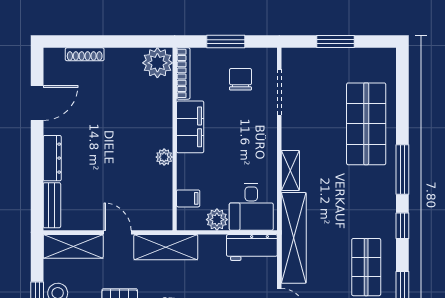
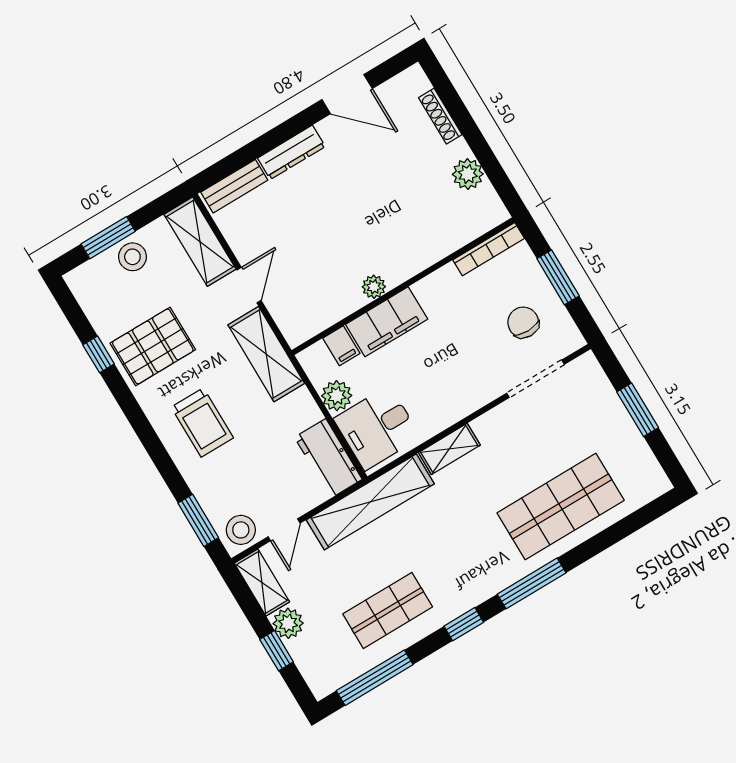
plant: (157, 63) -> (468, 174), moved, width x0.73, depth x0.73
chair: (240, 79) -> (523, 322), turned -90
filing cabinet: (190, 127) -> (387, 322), moved

